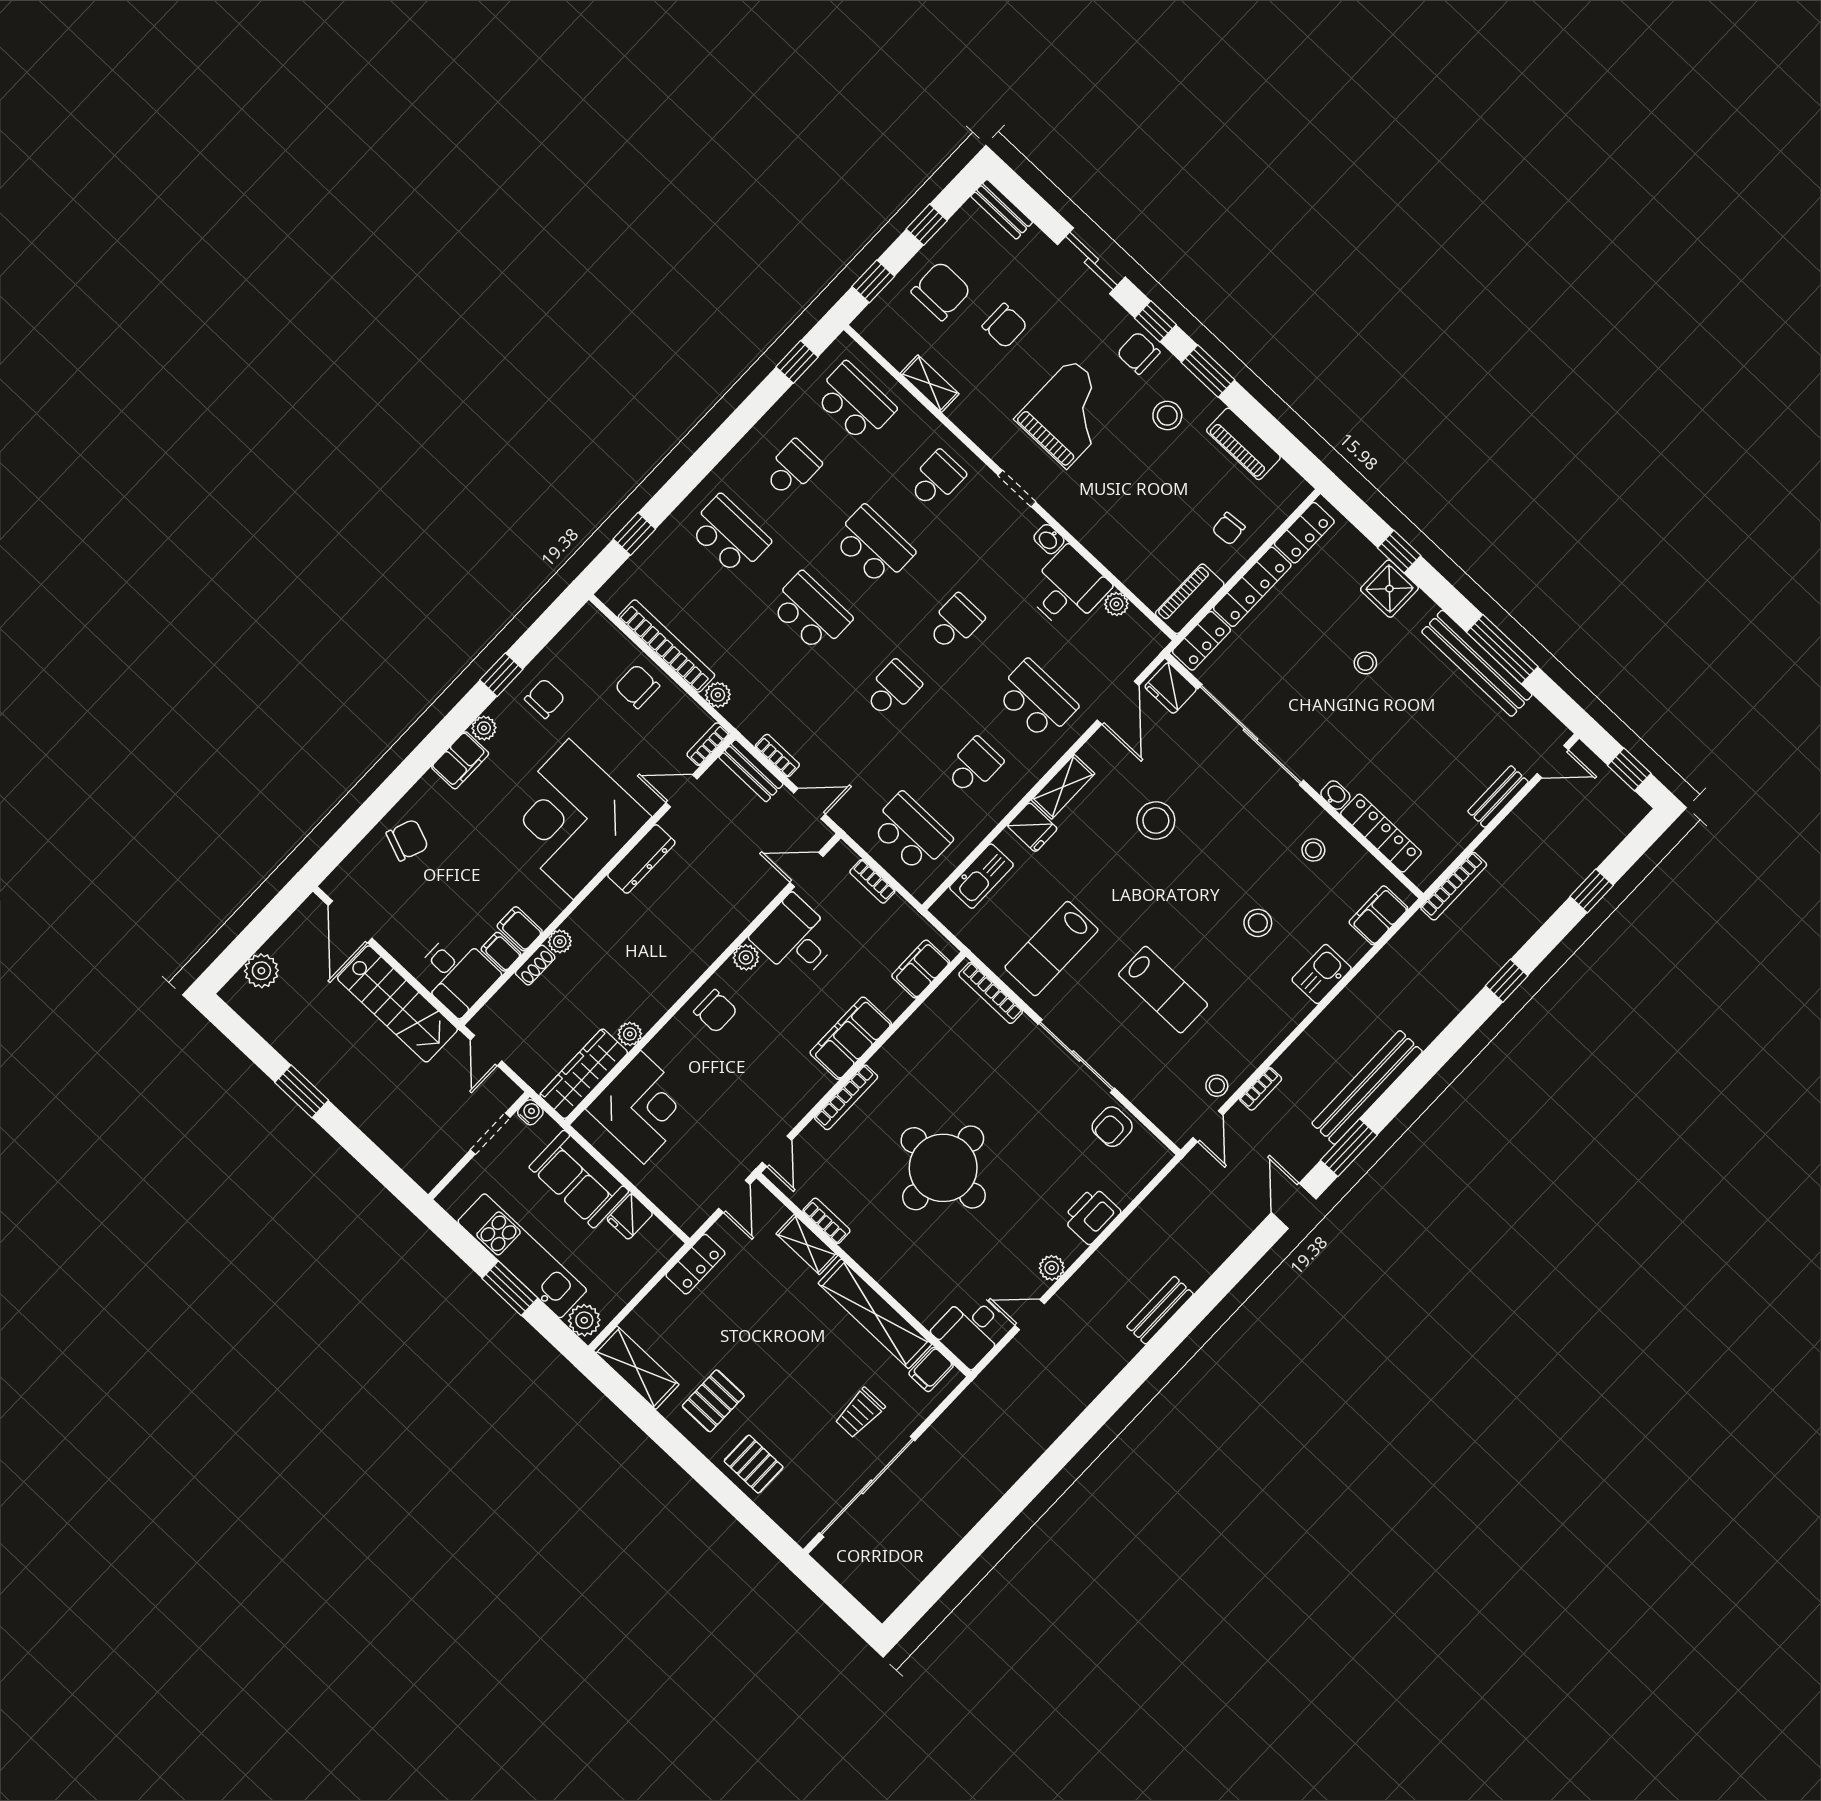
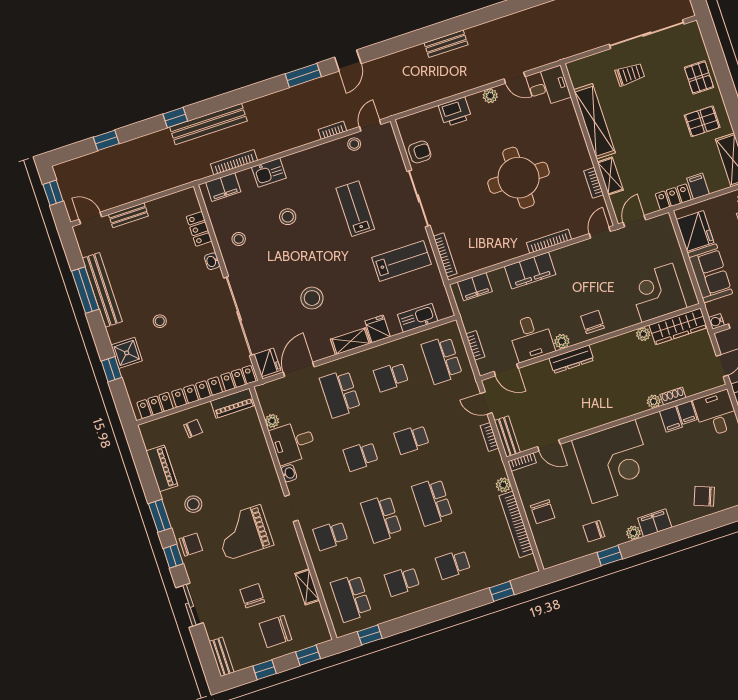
chair: (1138, 353) -> (191, 545), turned -90
school desk: (729, 535) -> (453, 564), width x0.54
locker: (1381, 833) -> (199, 229), width x0.66
dresser: (641, 859) -> (571, 359), moved, turned 180
bookcase: (1454, 886) -> (234, 162), moved
bench: (1367, 1087) -> (208, 124), moved
fridge: (630, 1217) -> (695, 231), width x1.88, depth x1.34
filing cabinet: (931, 1369) -> (698, 186), moved, turned -90

